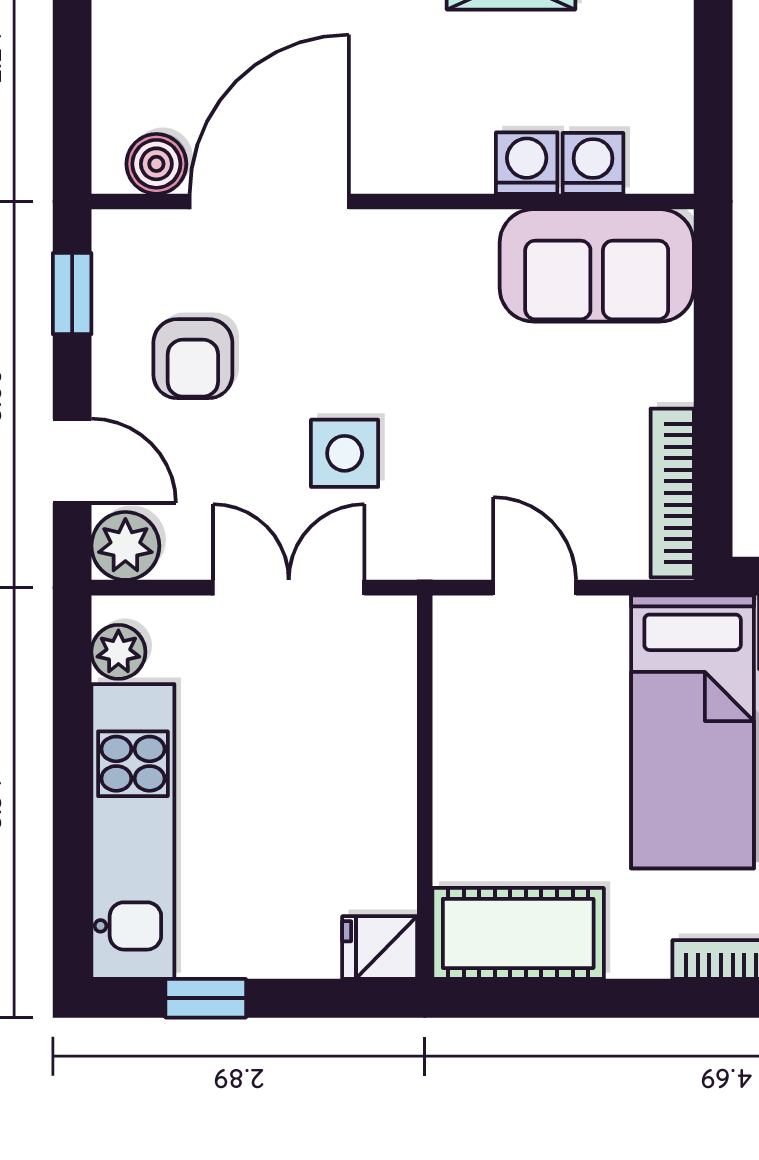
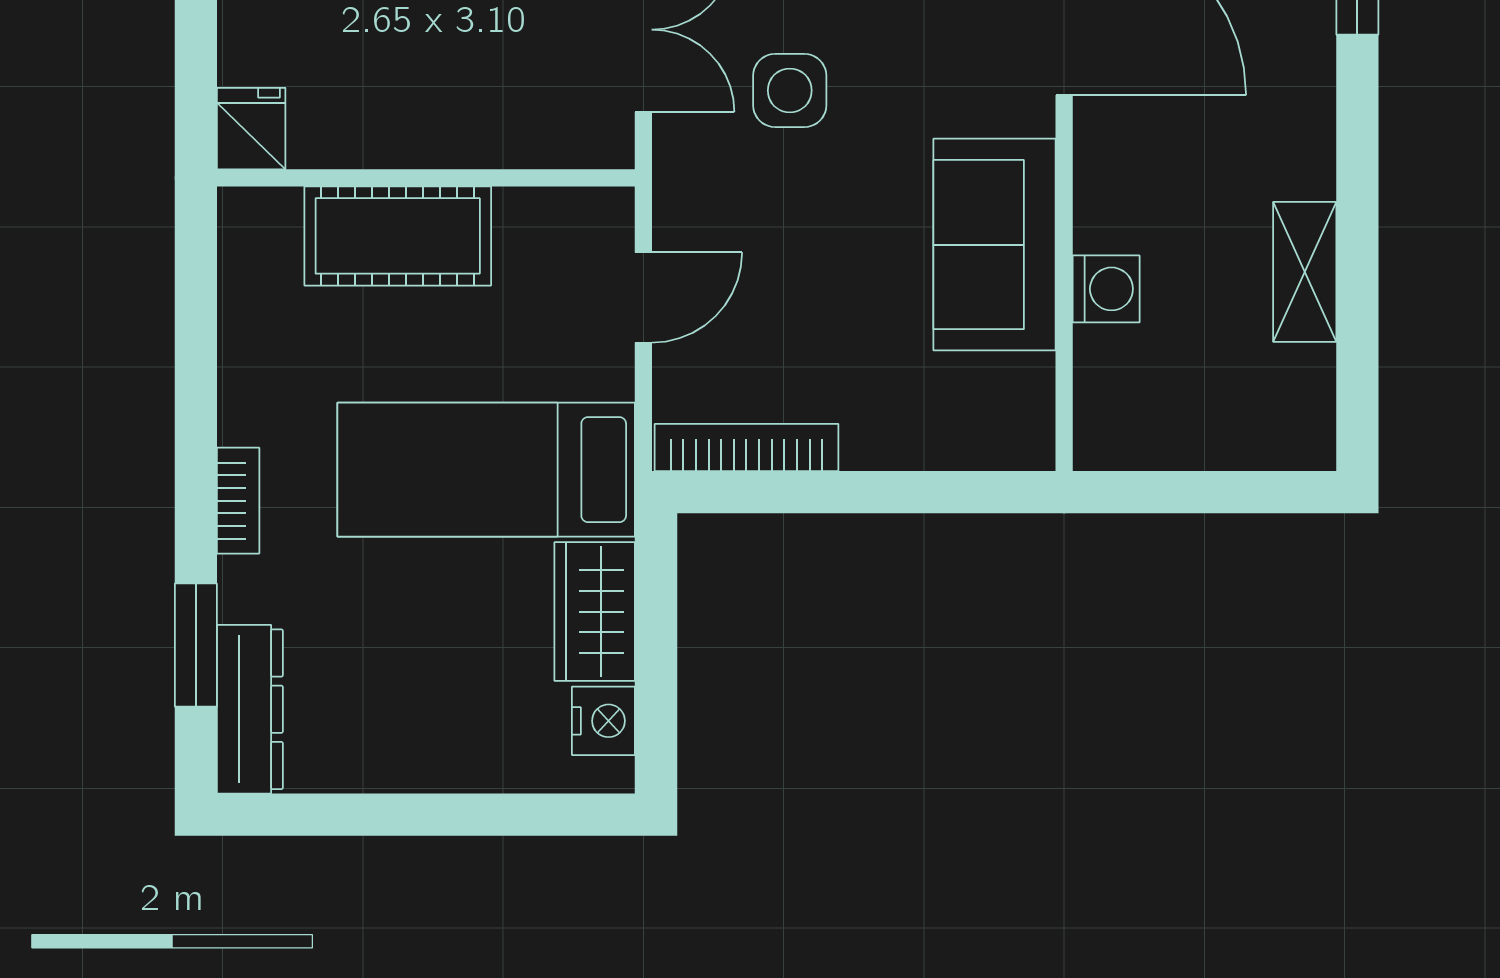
washing machine: (593, 163) -> (1106, 361), removed
sofa: (597, 265) -> (995, 245), moved
cot: (518, 933) -> (398, 236), moved, turned 90

